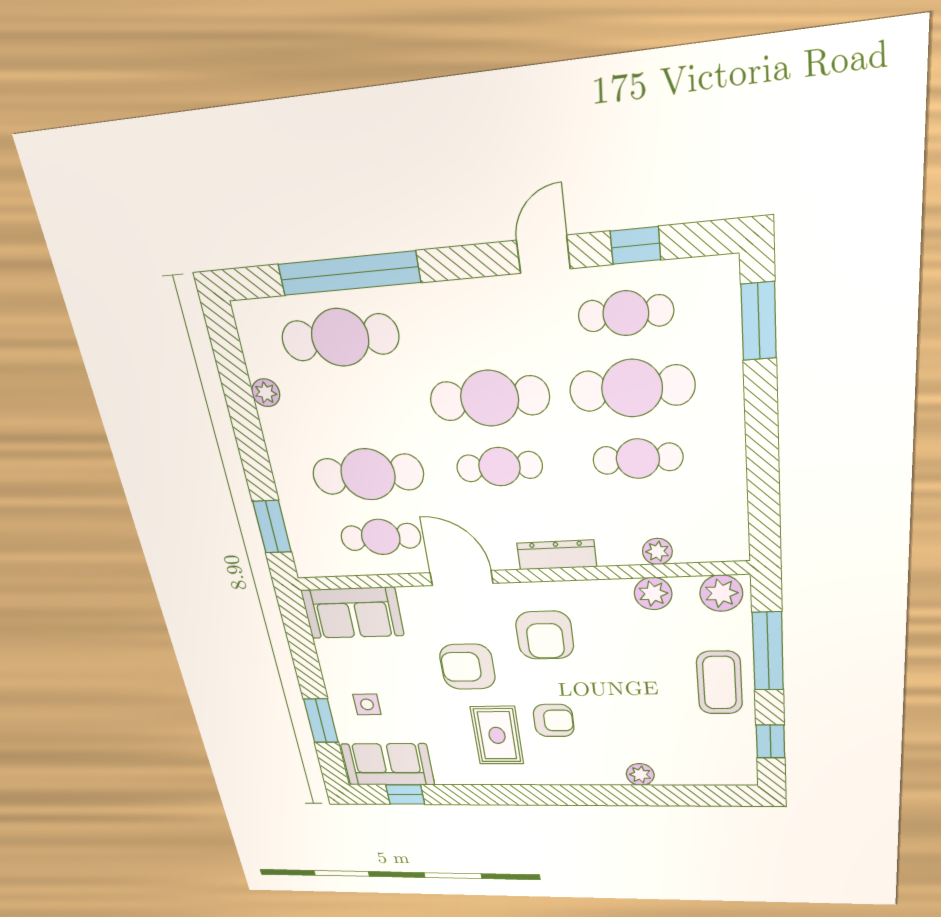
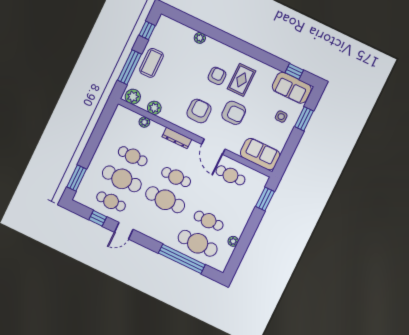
cafe table: (368, 474) -> (209, 221), moved, width x0.73, depth x0.74
armchair: (554, 721) -> (217, 76), turned 90

